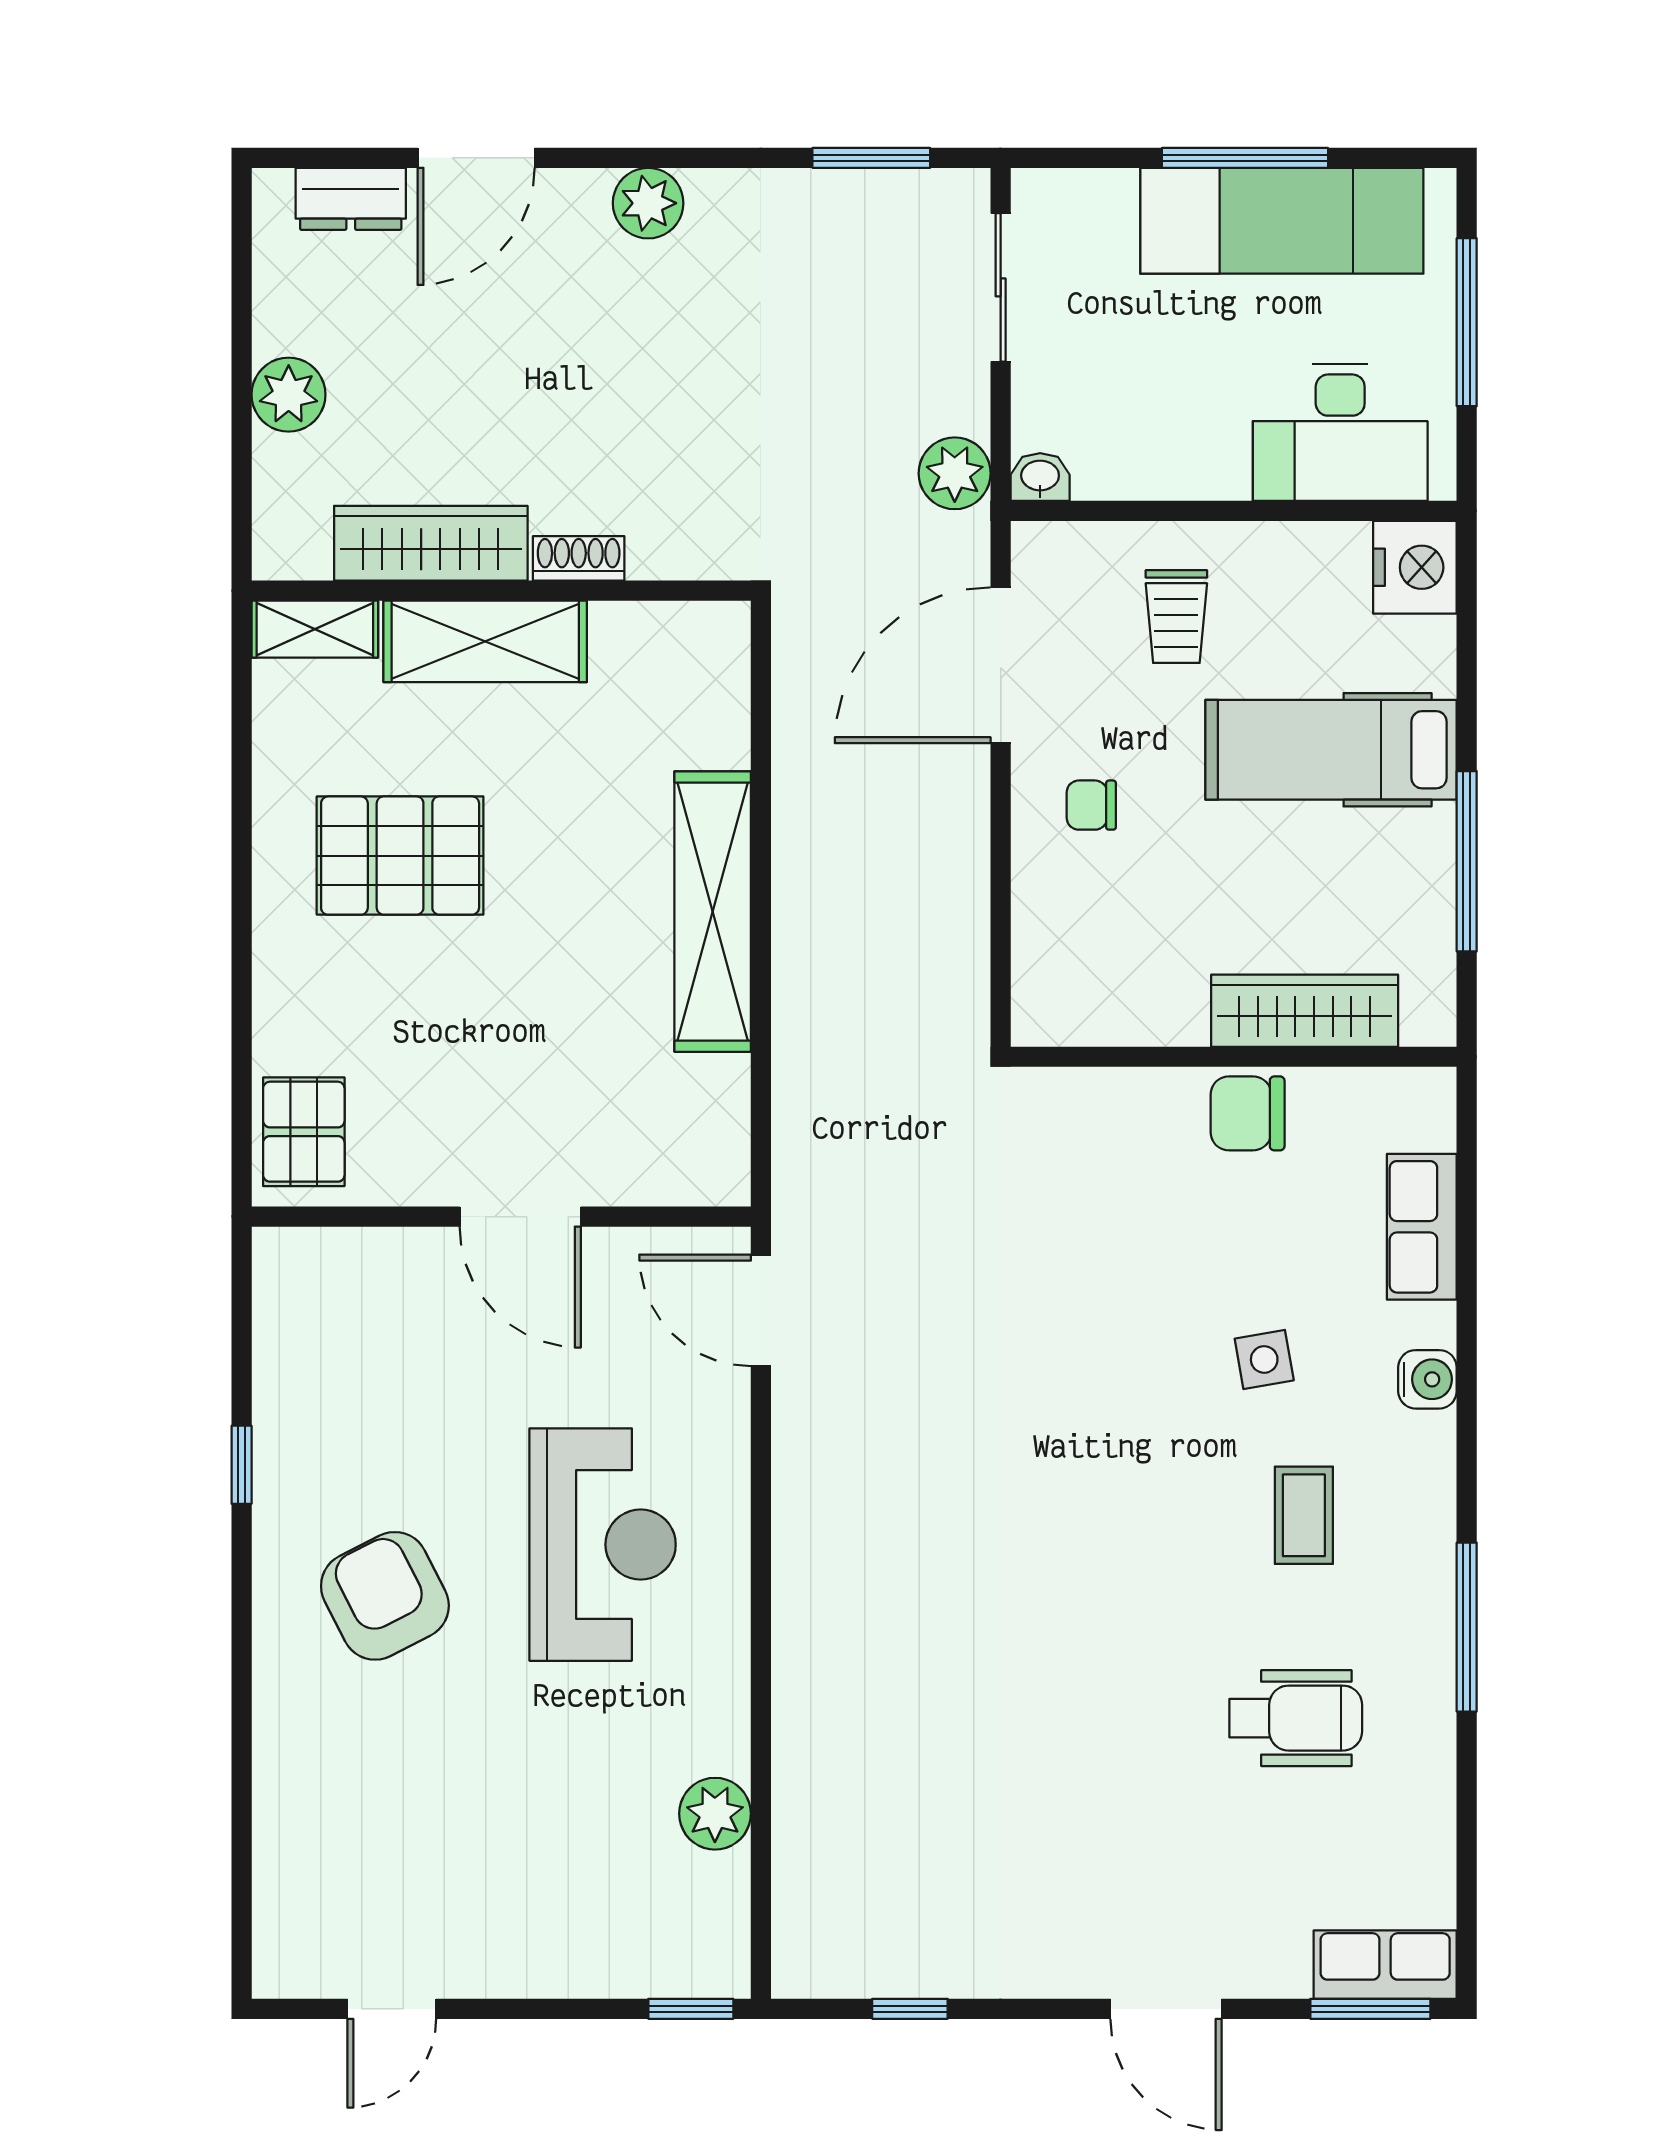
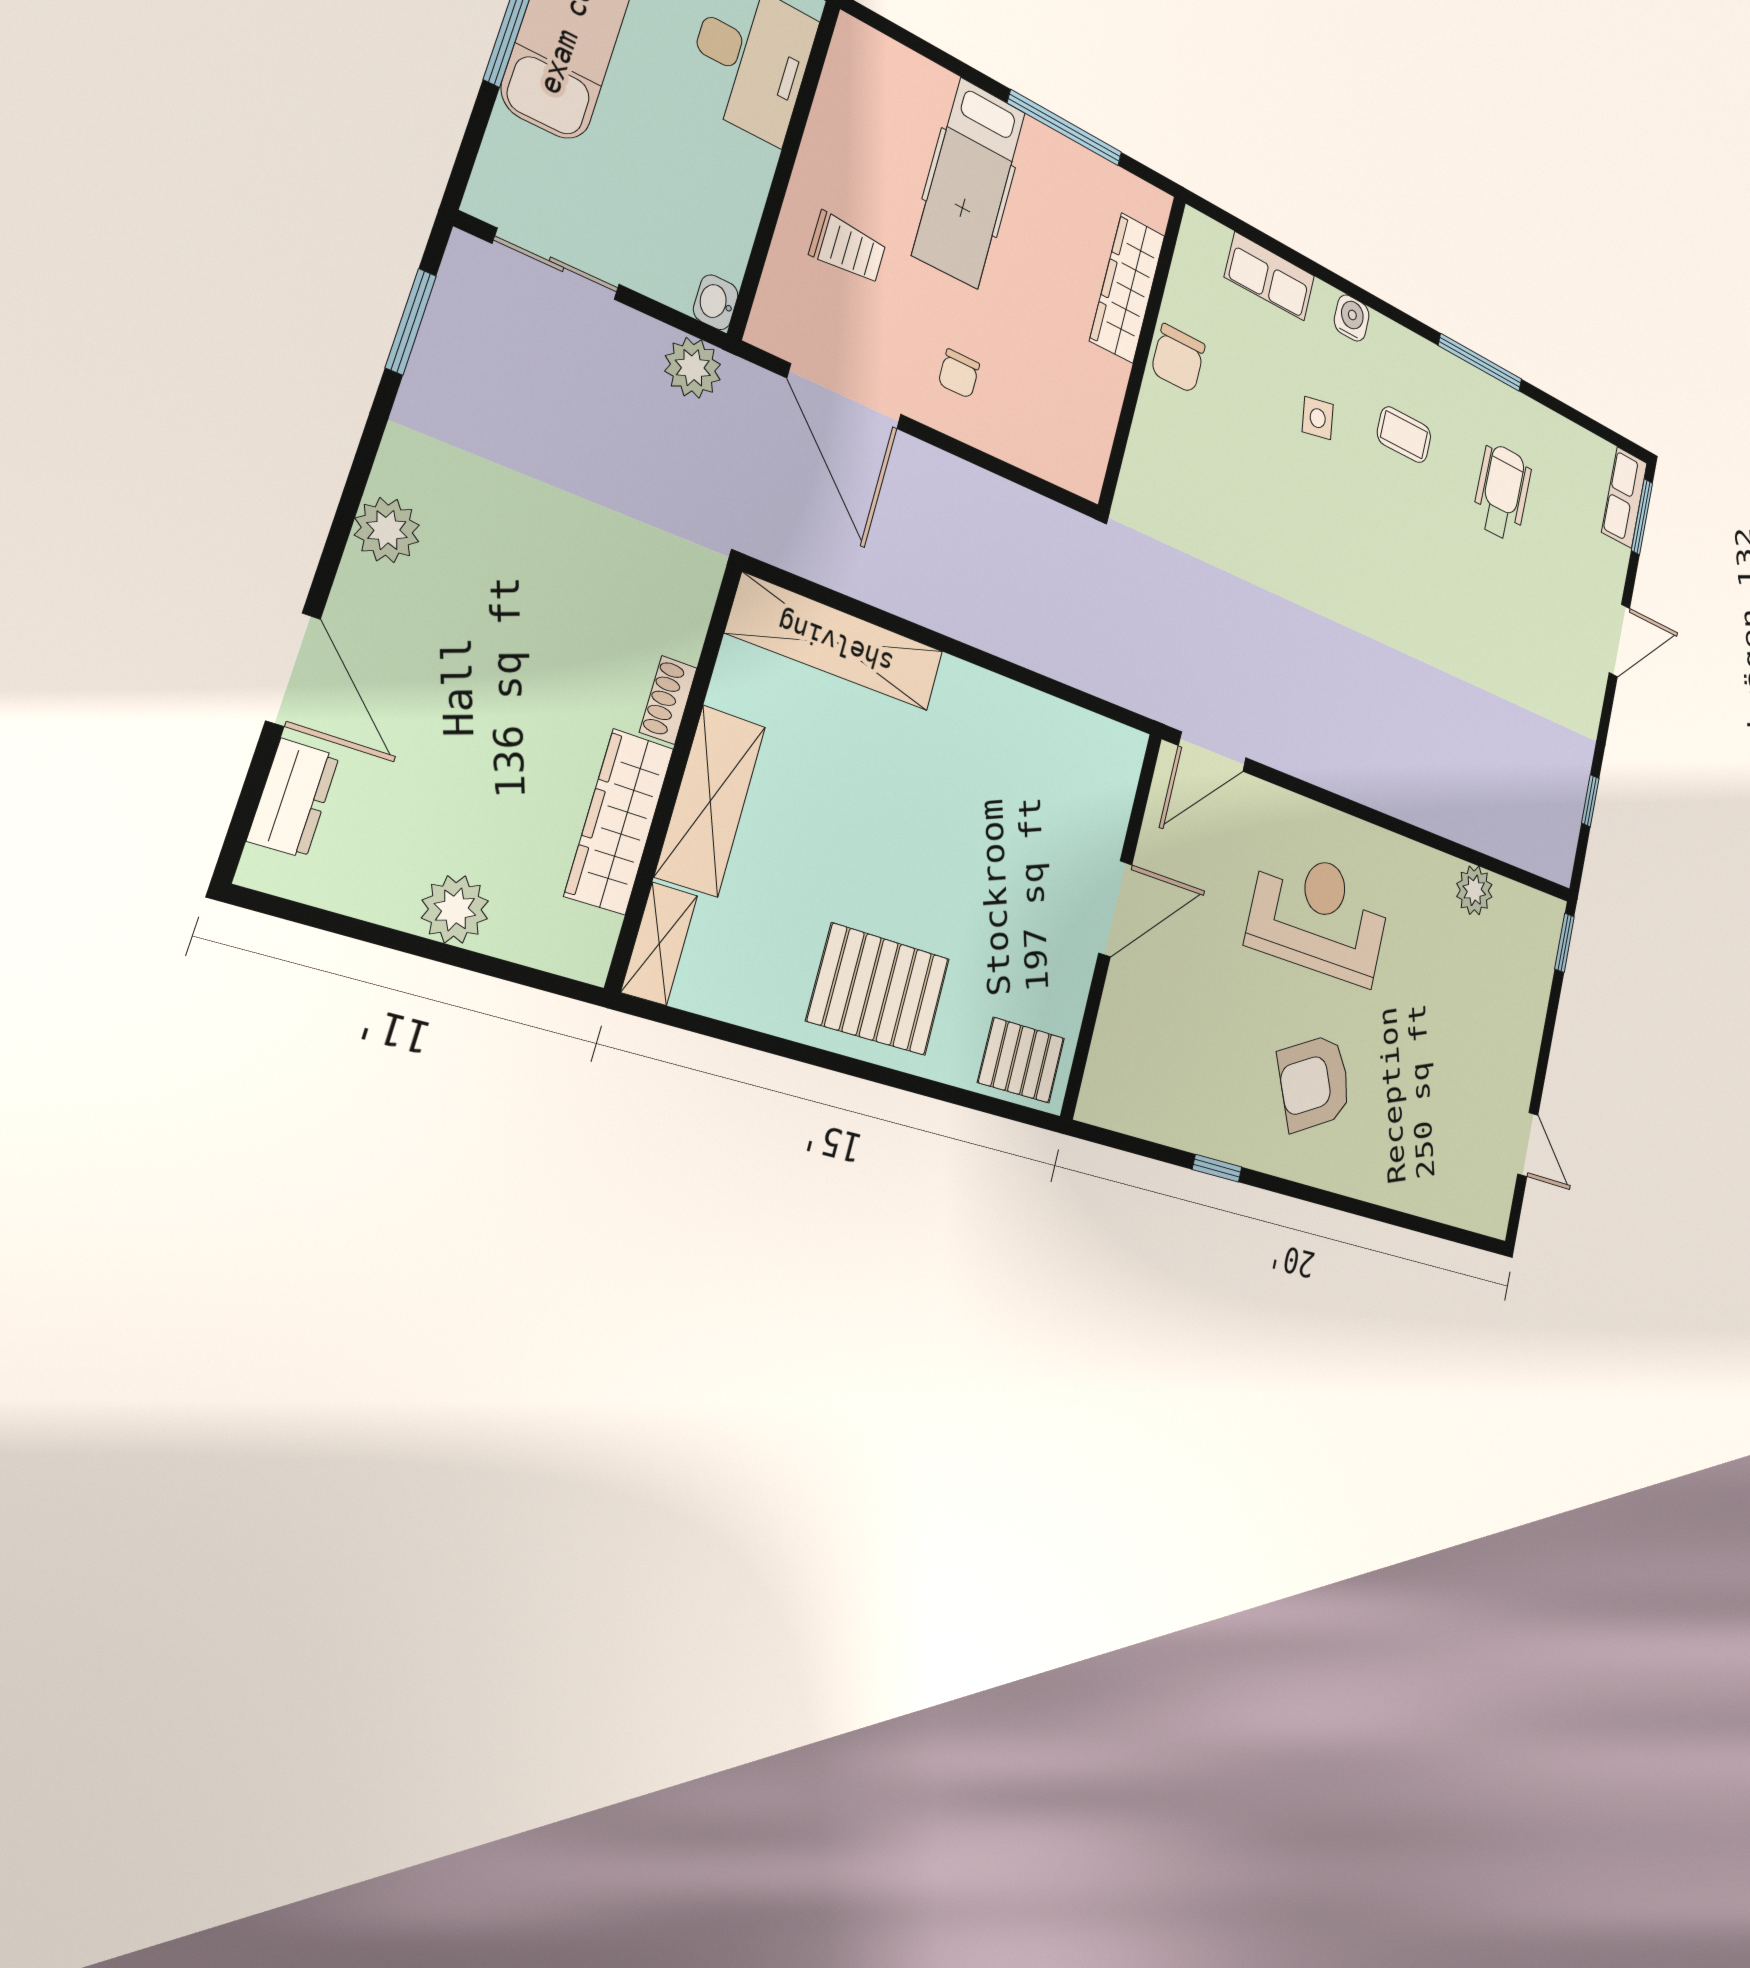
nightstand: (1415, 567) -> (864, 57), removed
pallet: (400, 856) -> (879, 989), moved, turned 90
shelving: (713, 912) -> (836, 642), moved

